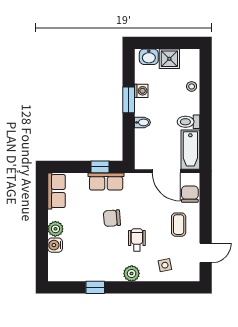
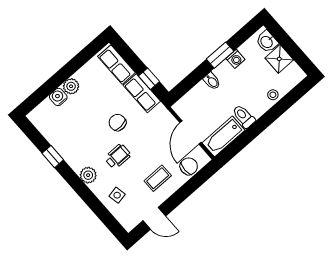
row of seats: (56, 191) -> (116, 64), moved, turned 90

